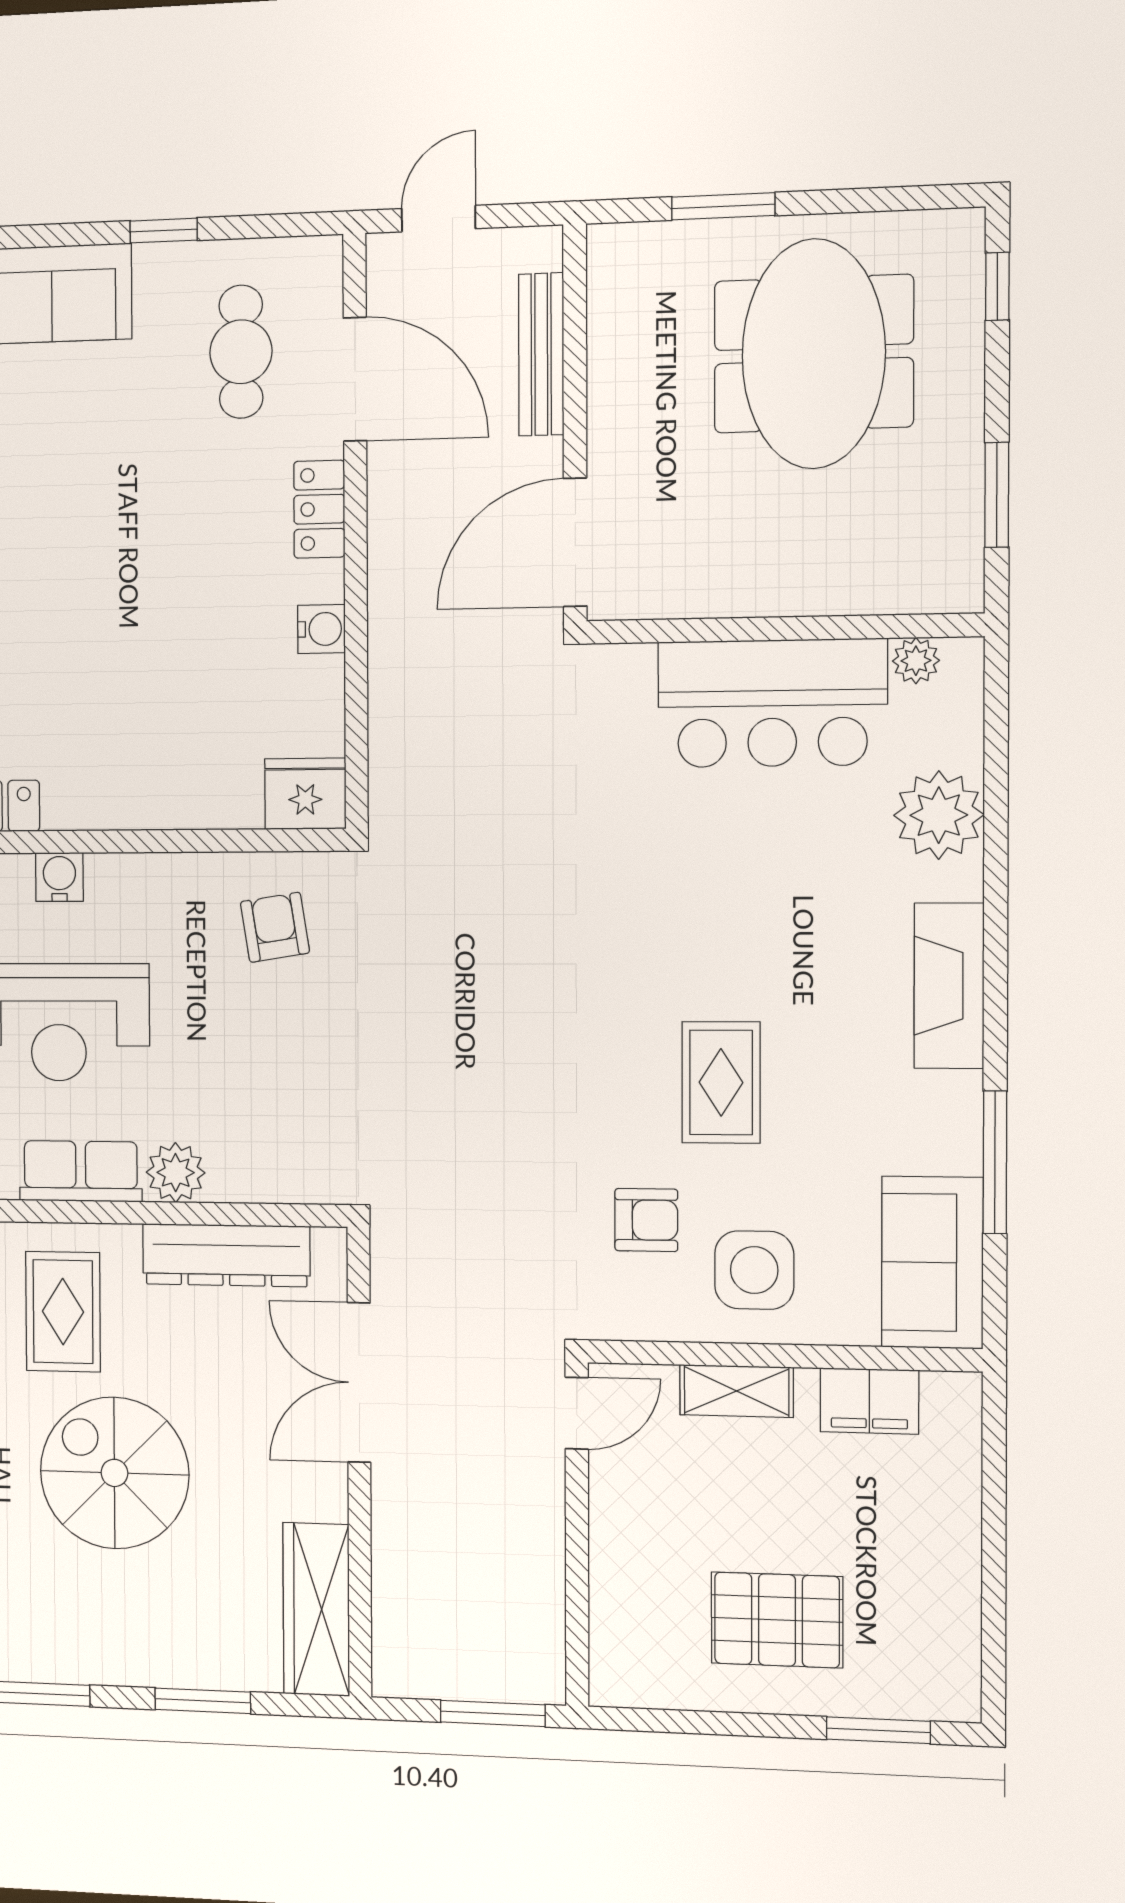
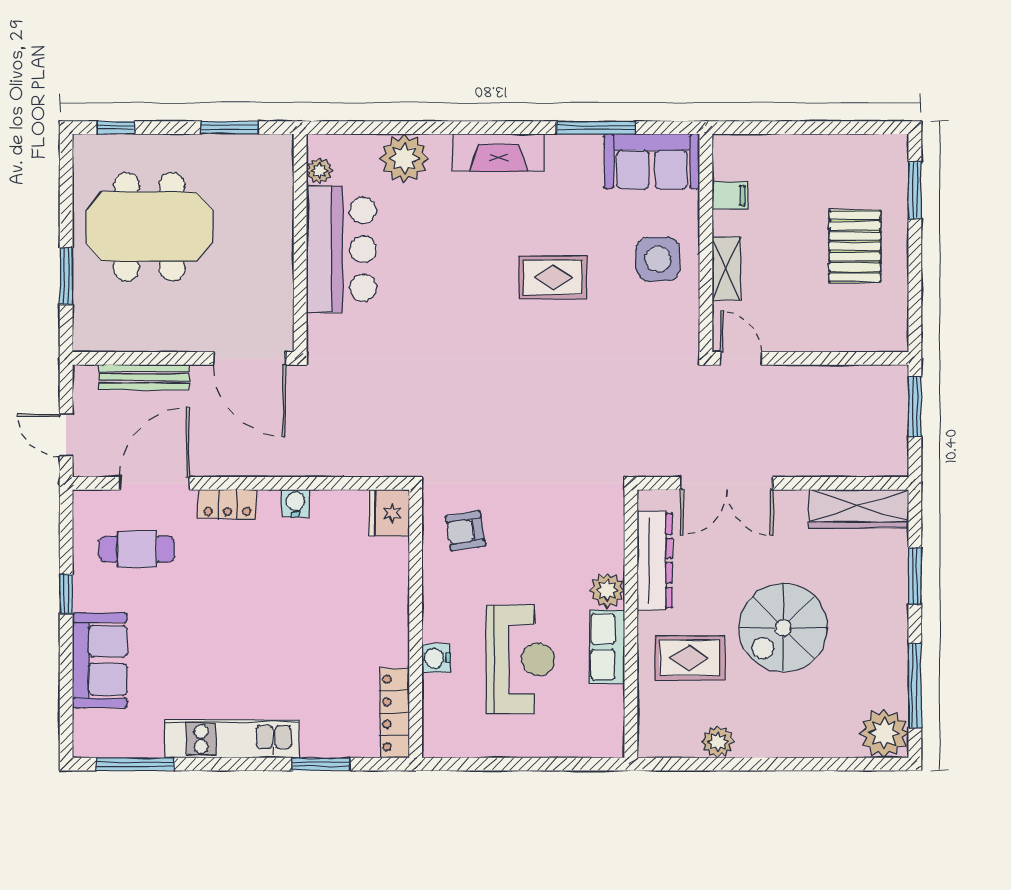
armchair: (646, 1220) -> (631, 319), removed
filing cabinet: (869, 1401) -> (730, 195), width x0.50

